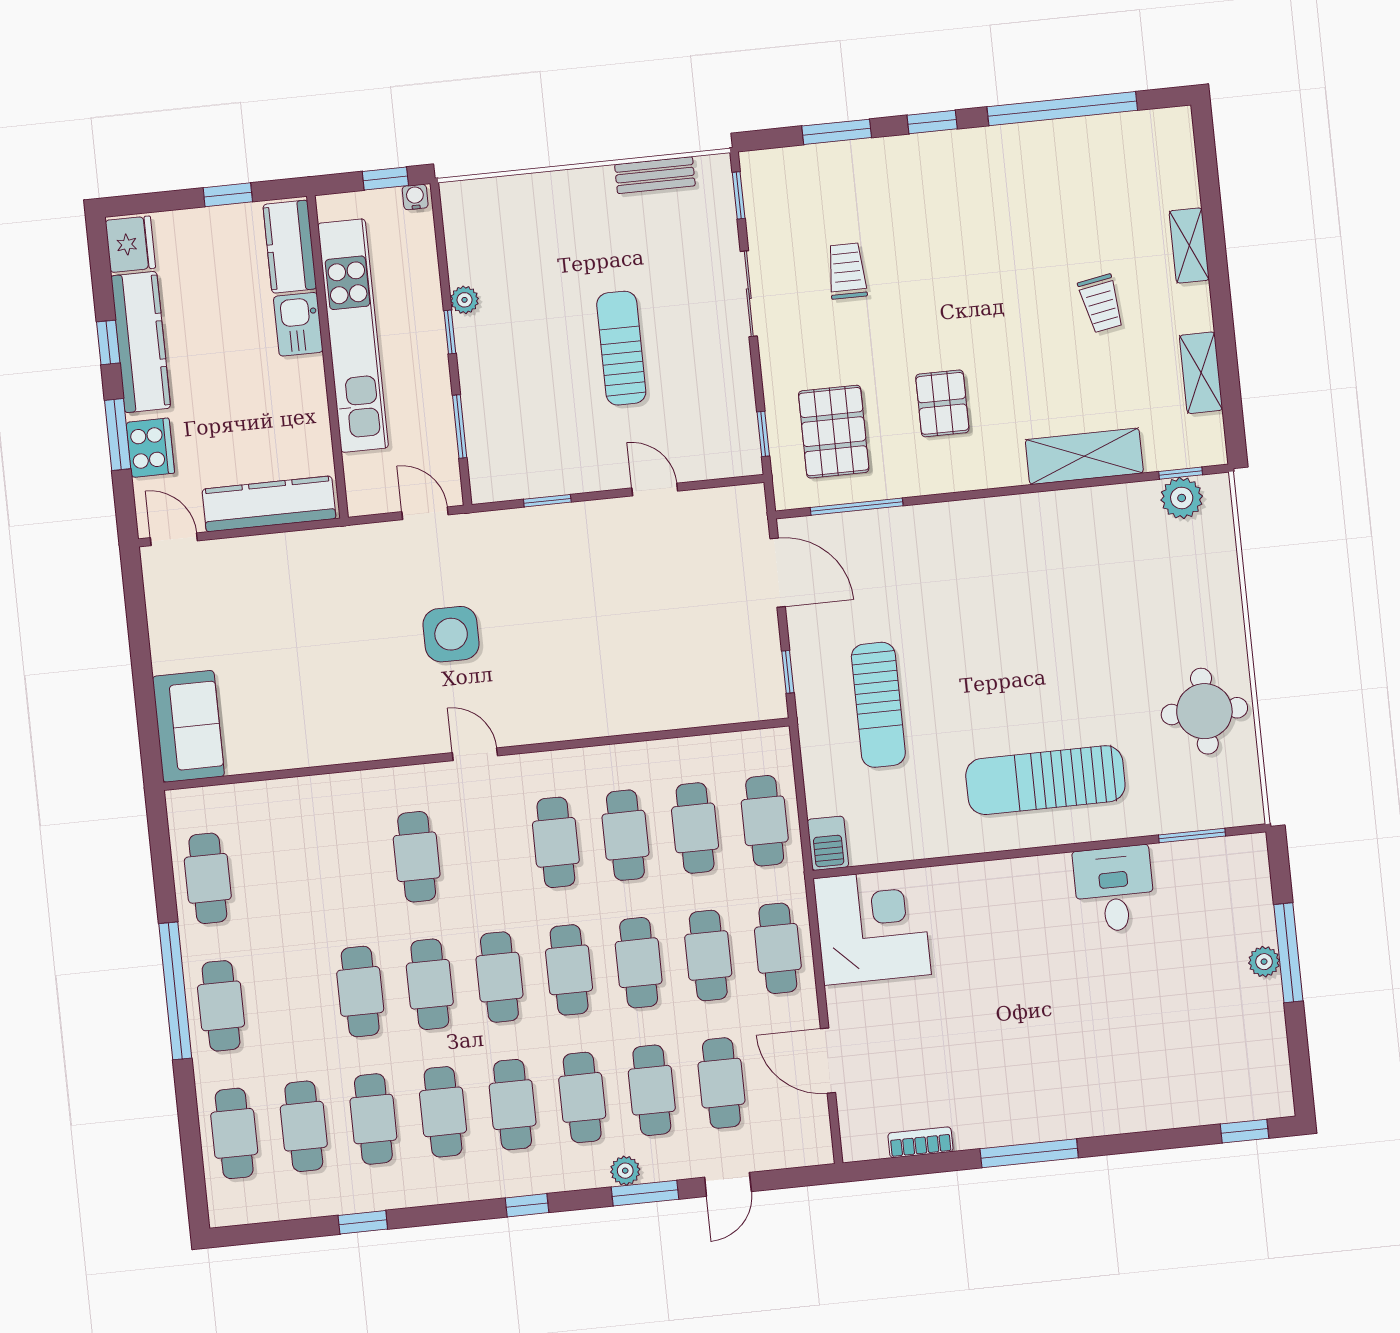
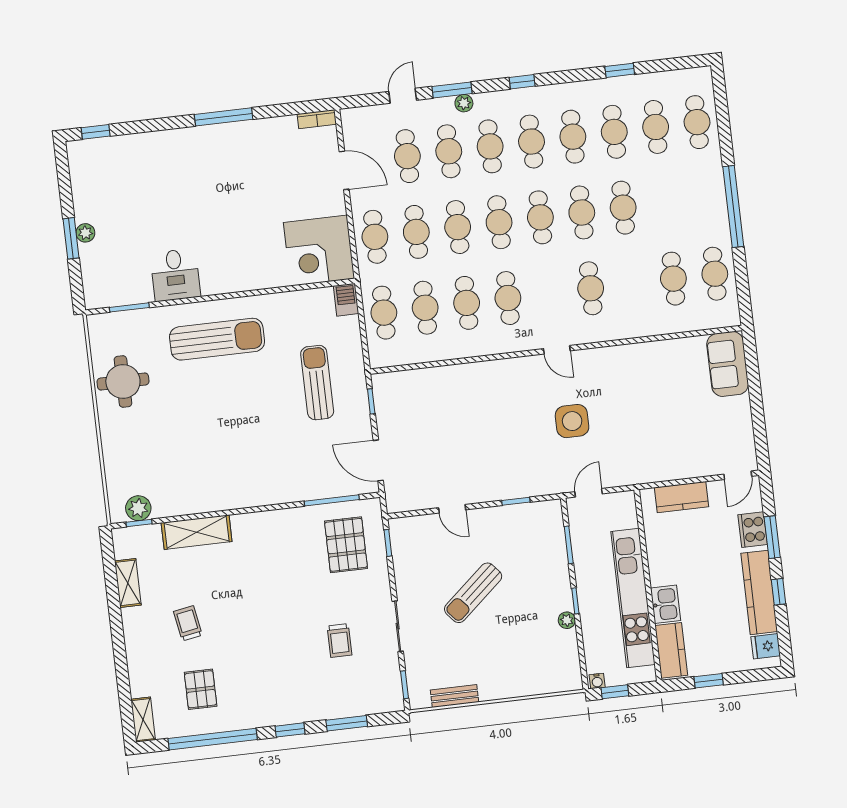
fridge: (130, 244) -> (766, 646), width x0.72
shelving: (1189, 246) -> (143, 720), moved
sun lounger: (621, 348) -> (473, 593), turned 49
pallet: (942, 403) -> (201, 689), moved
kitchen counter: (269, 504) -> (681, 497), width x0.67
door: (425, 513) -> (589, 493), swing flipped
door: (174, 539) -> (738, 475), hinge flipped
window: (1288, 953) -> (71, 238), width x0.69
cafe table: (221, 1006) -> (673, 279), moved
bookcase: (920, 1142) -> (317, 119), moved

